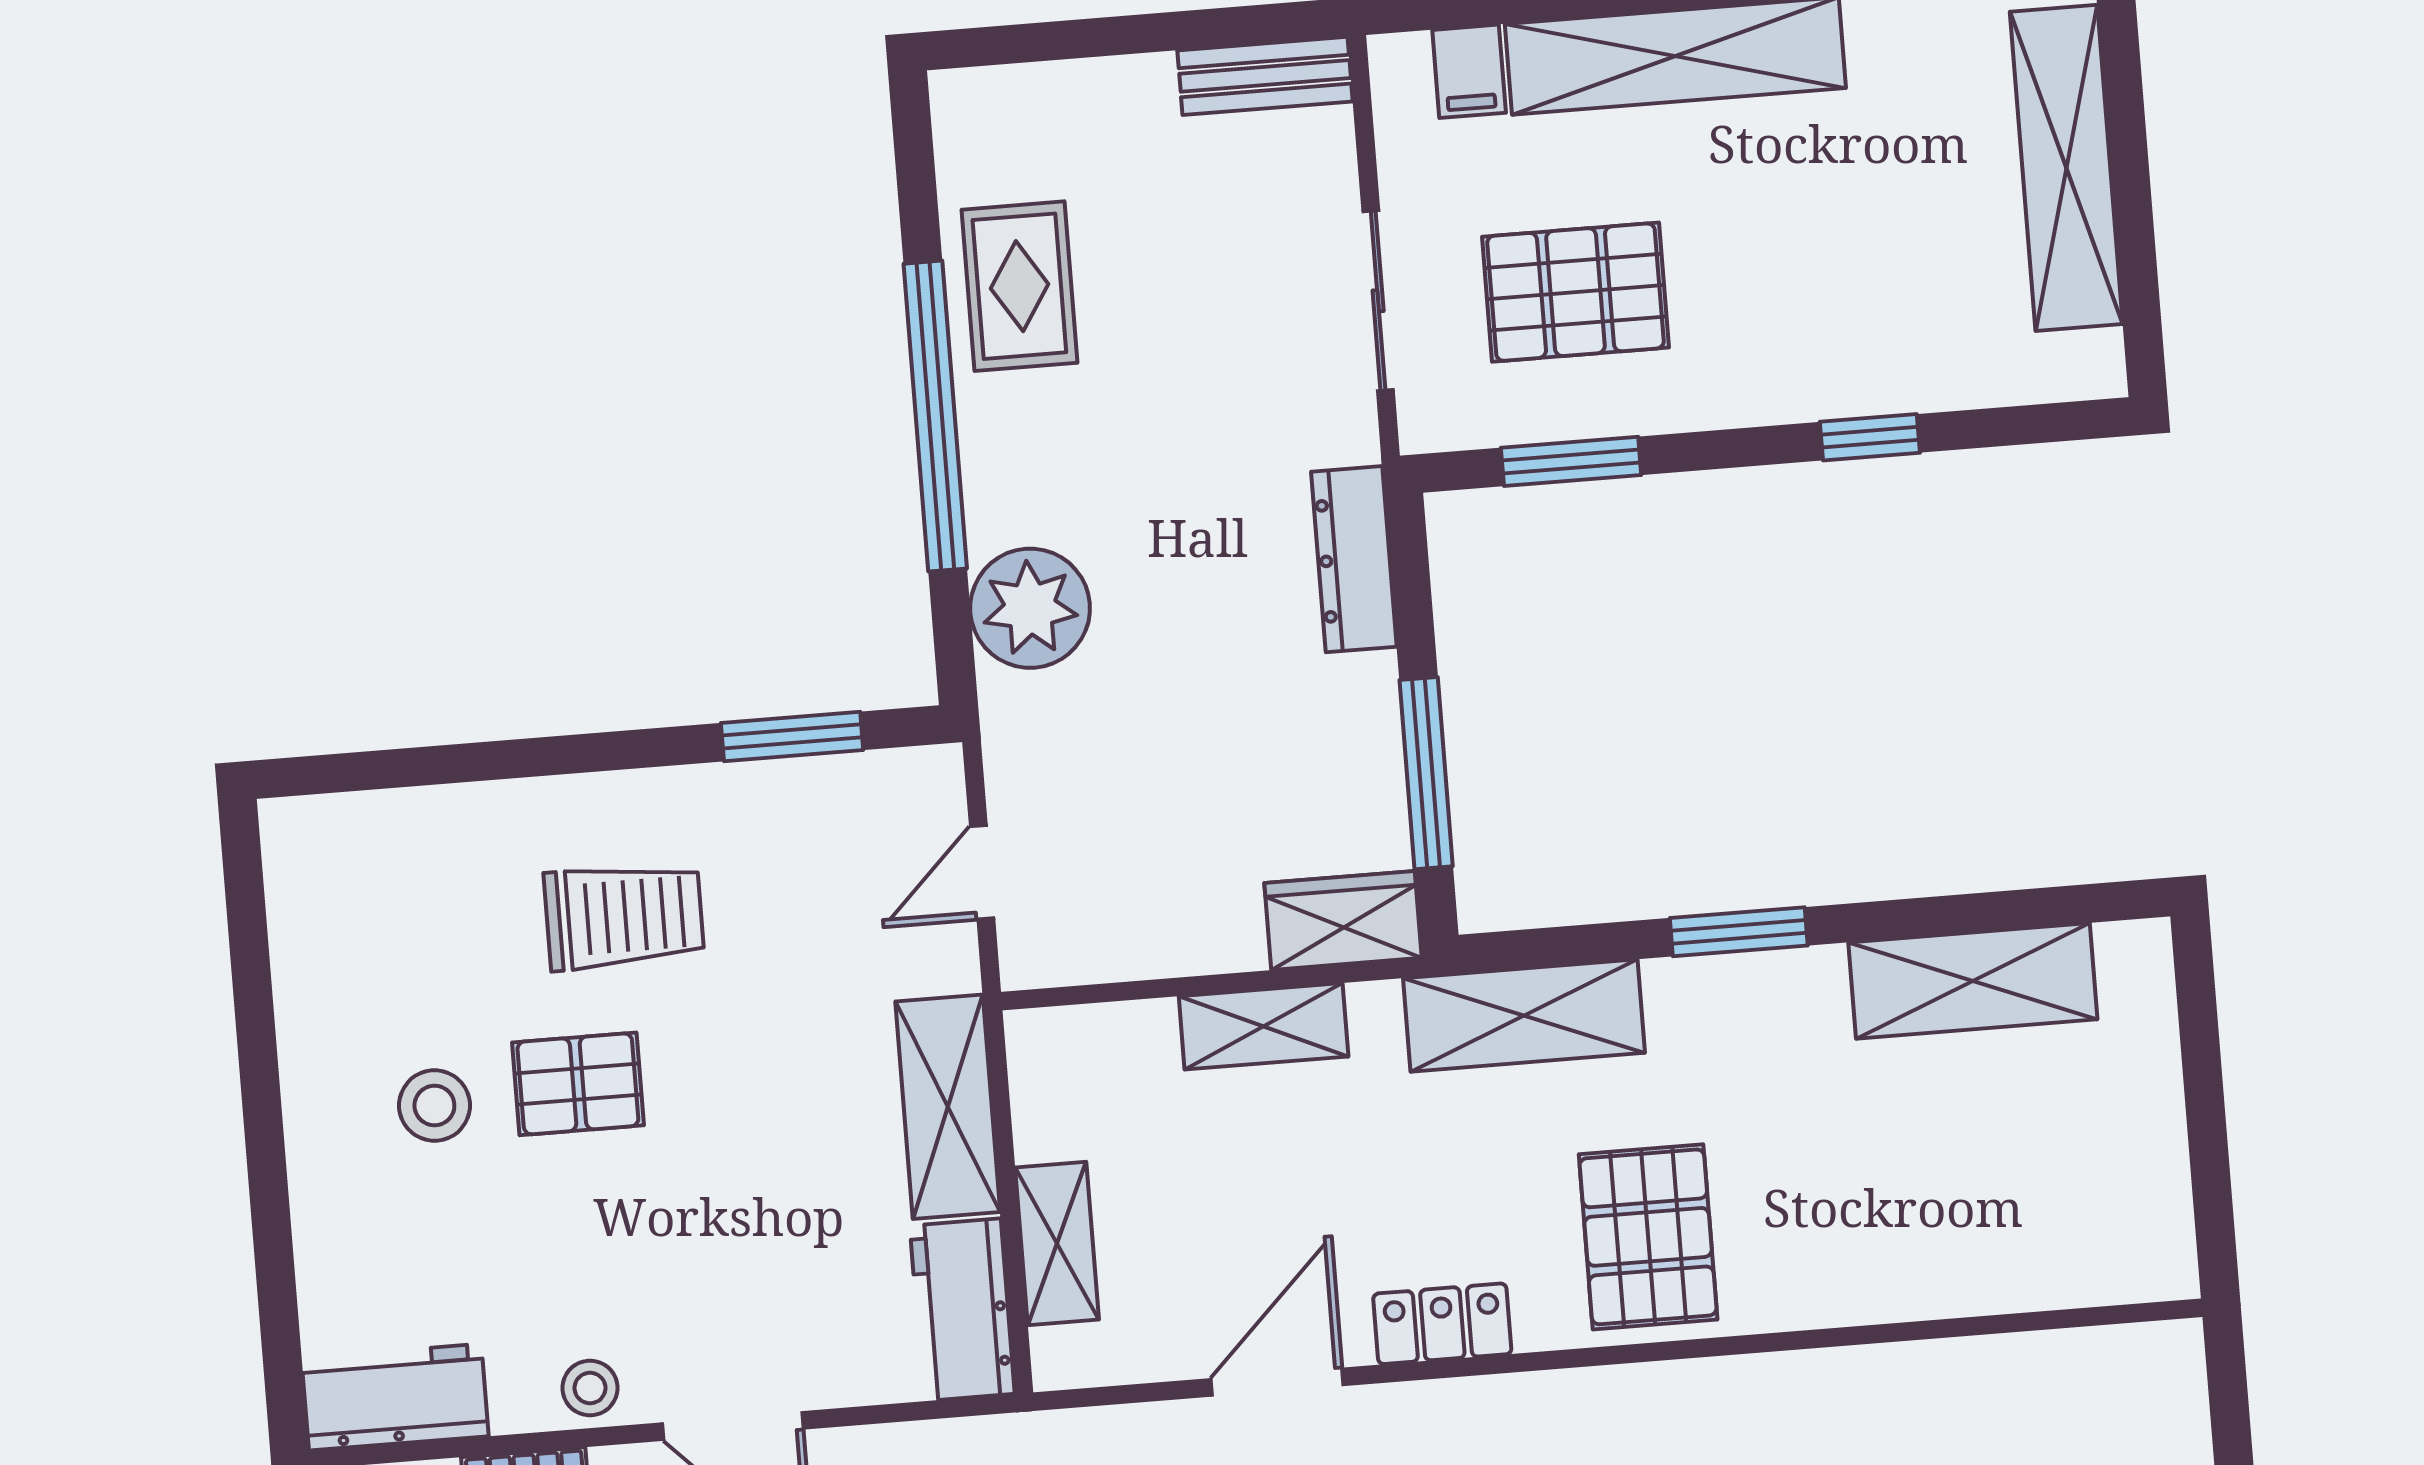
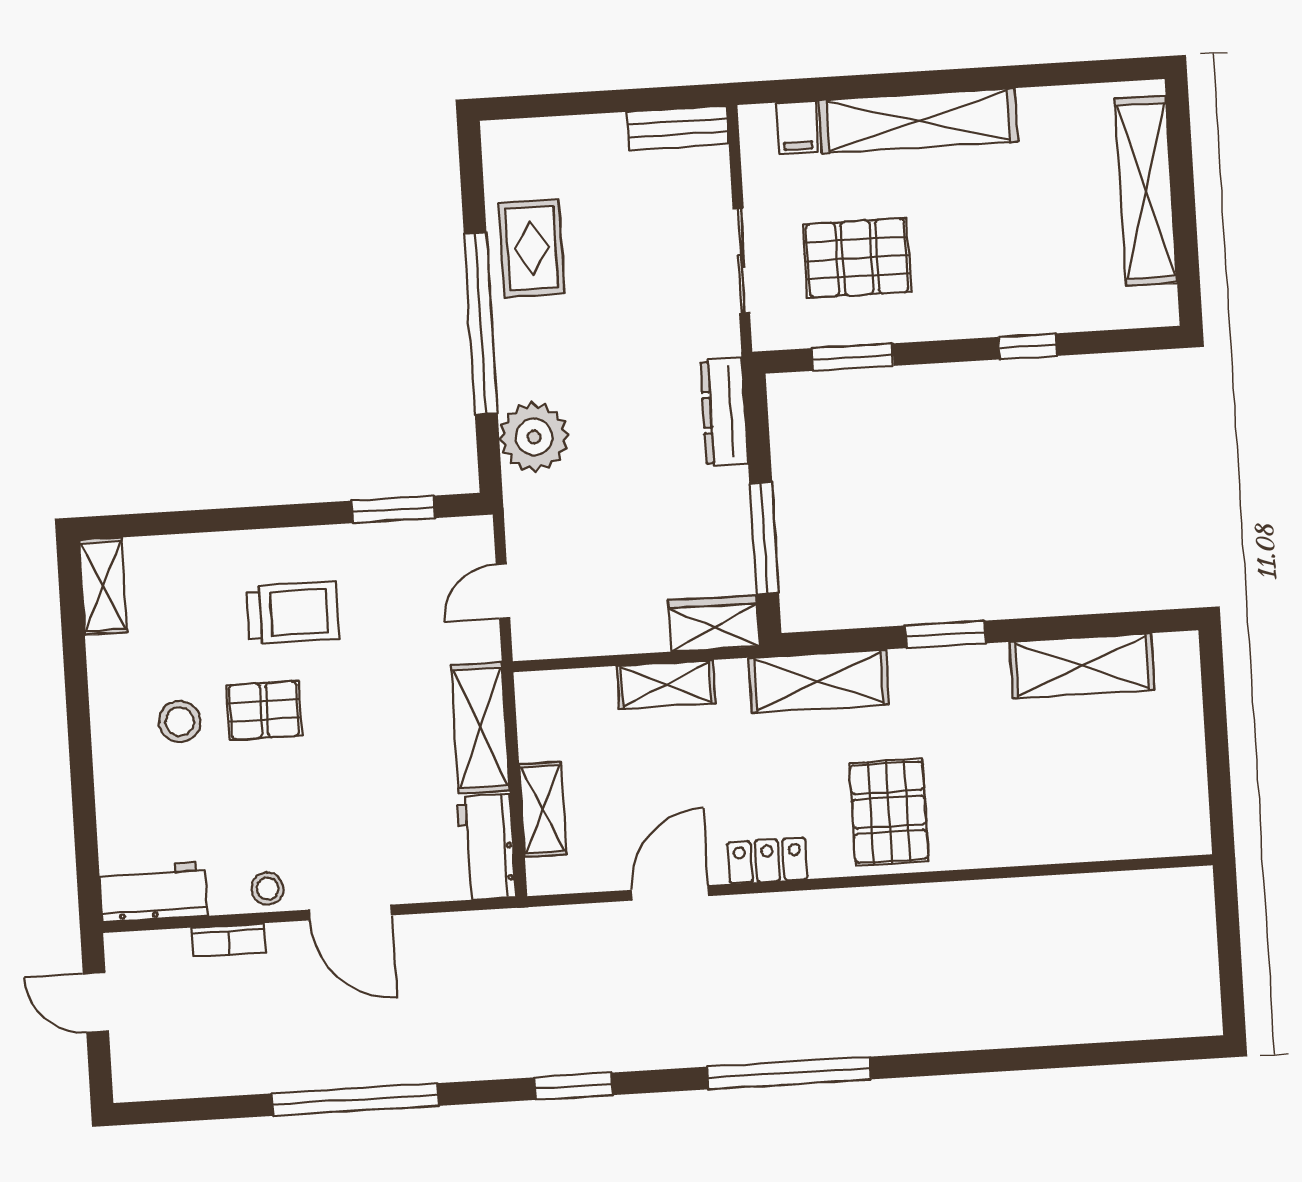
shelving: (300, 877) -> (103, 586), added

